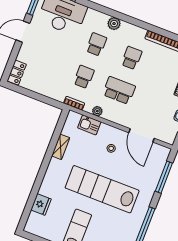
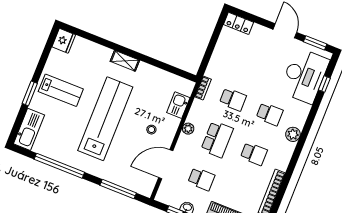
school desk: (154, 104) -> (201, 179), added
plant: (97, 111) -> (188, 129), moved
shelving: (61, 147) -> (125, 61), moved
fridge: (41, 204) -> (64, 41), moved, turned -90

